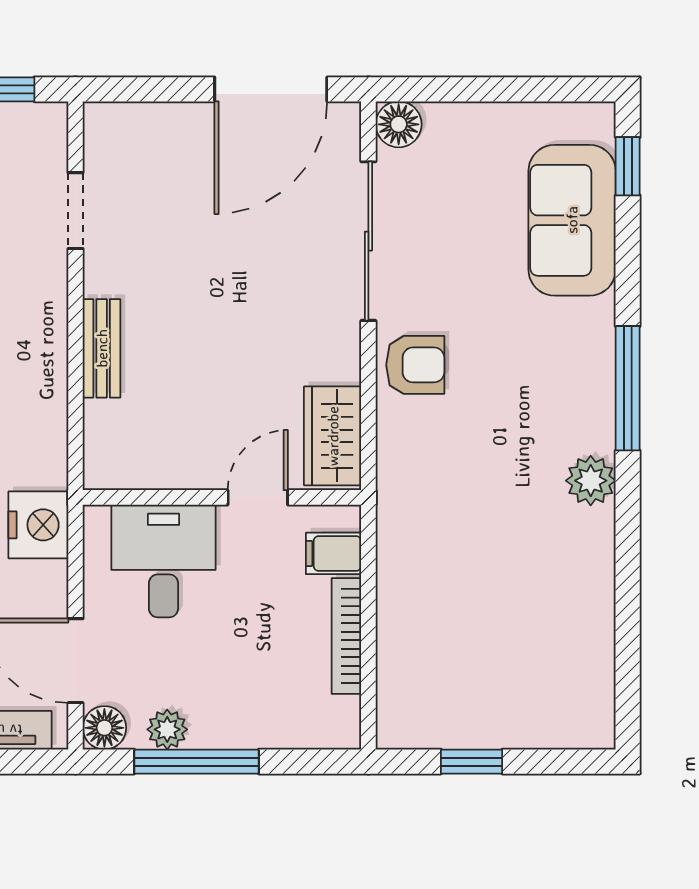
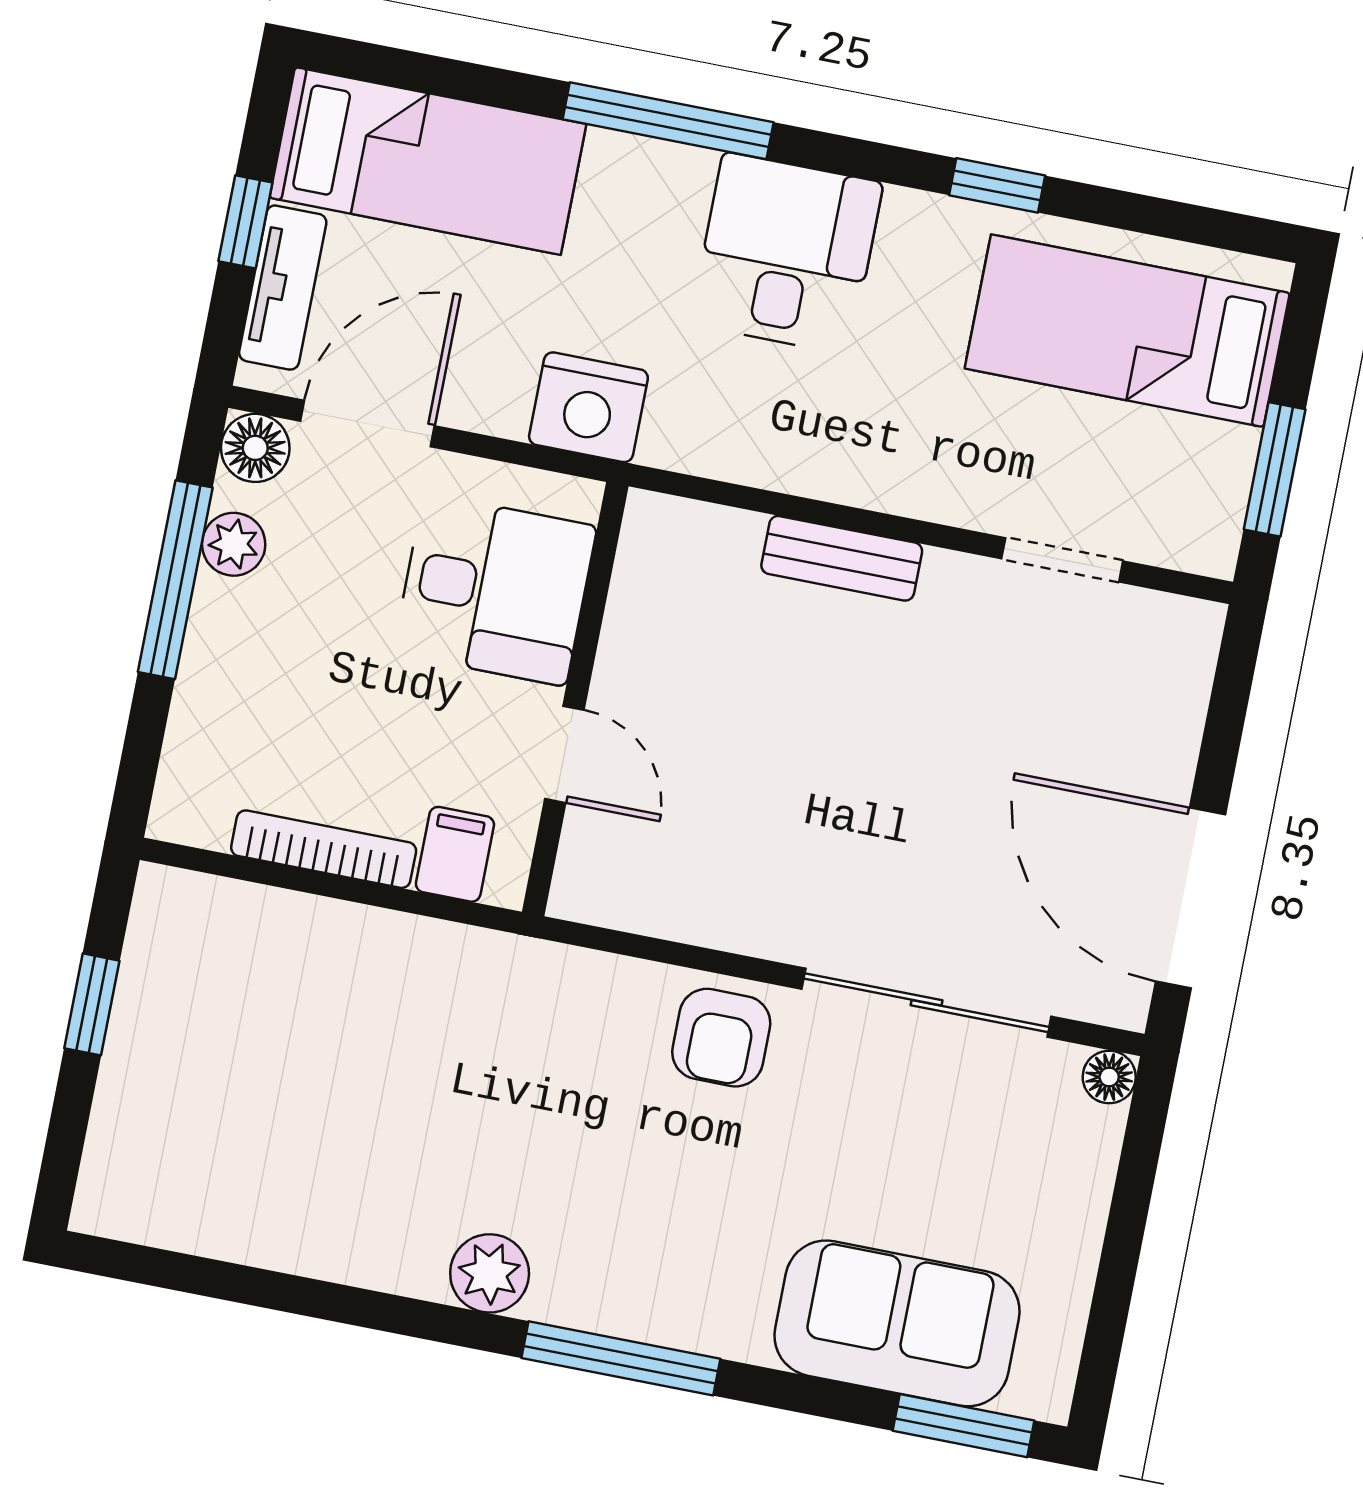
floor lamp: (399, 124) -> (1109, 1077), width x0.73, depth x0.73
window: (628, 166) -> (964, 1426), width x1.50
wardrobe: (333, 436) -> (637, 888), removed

